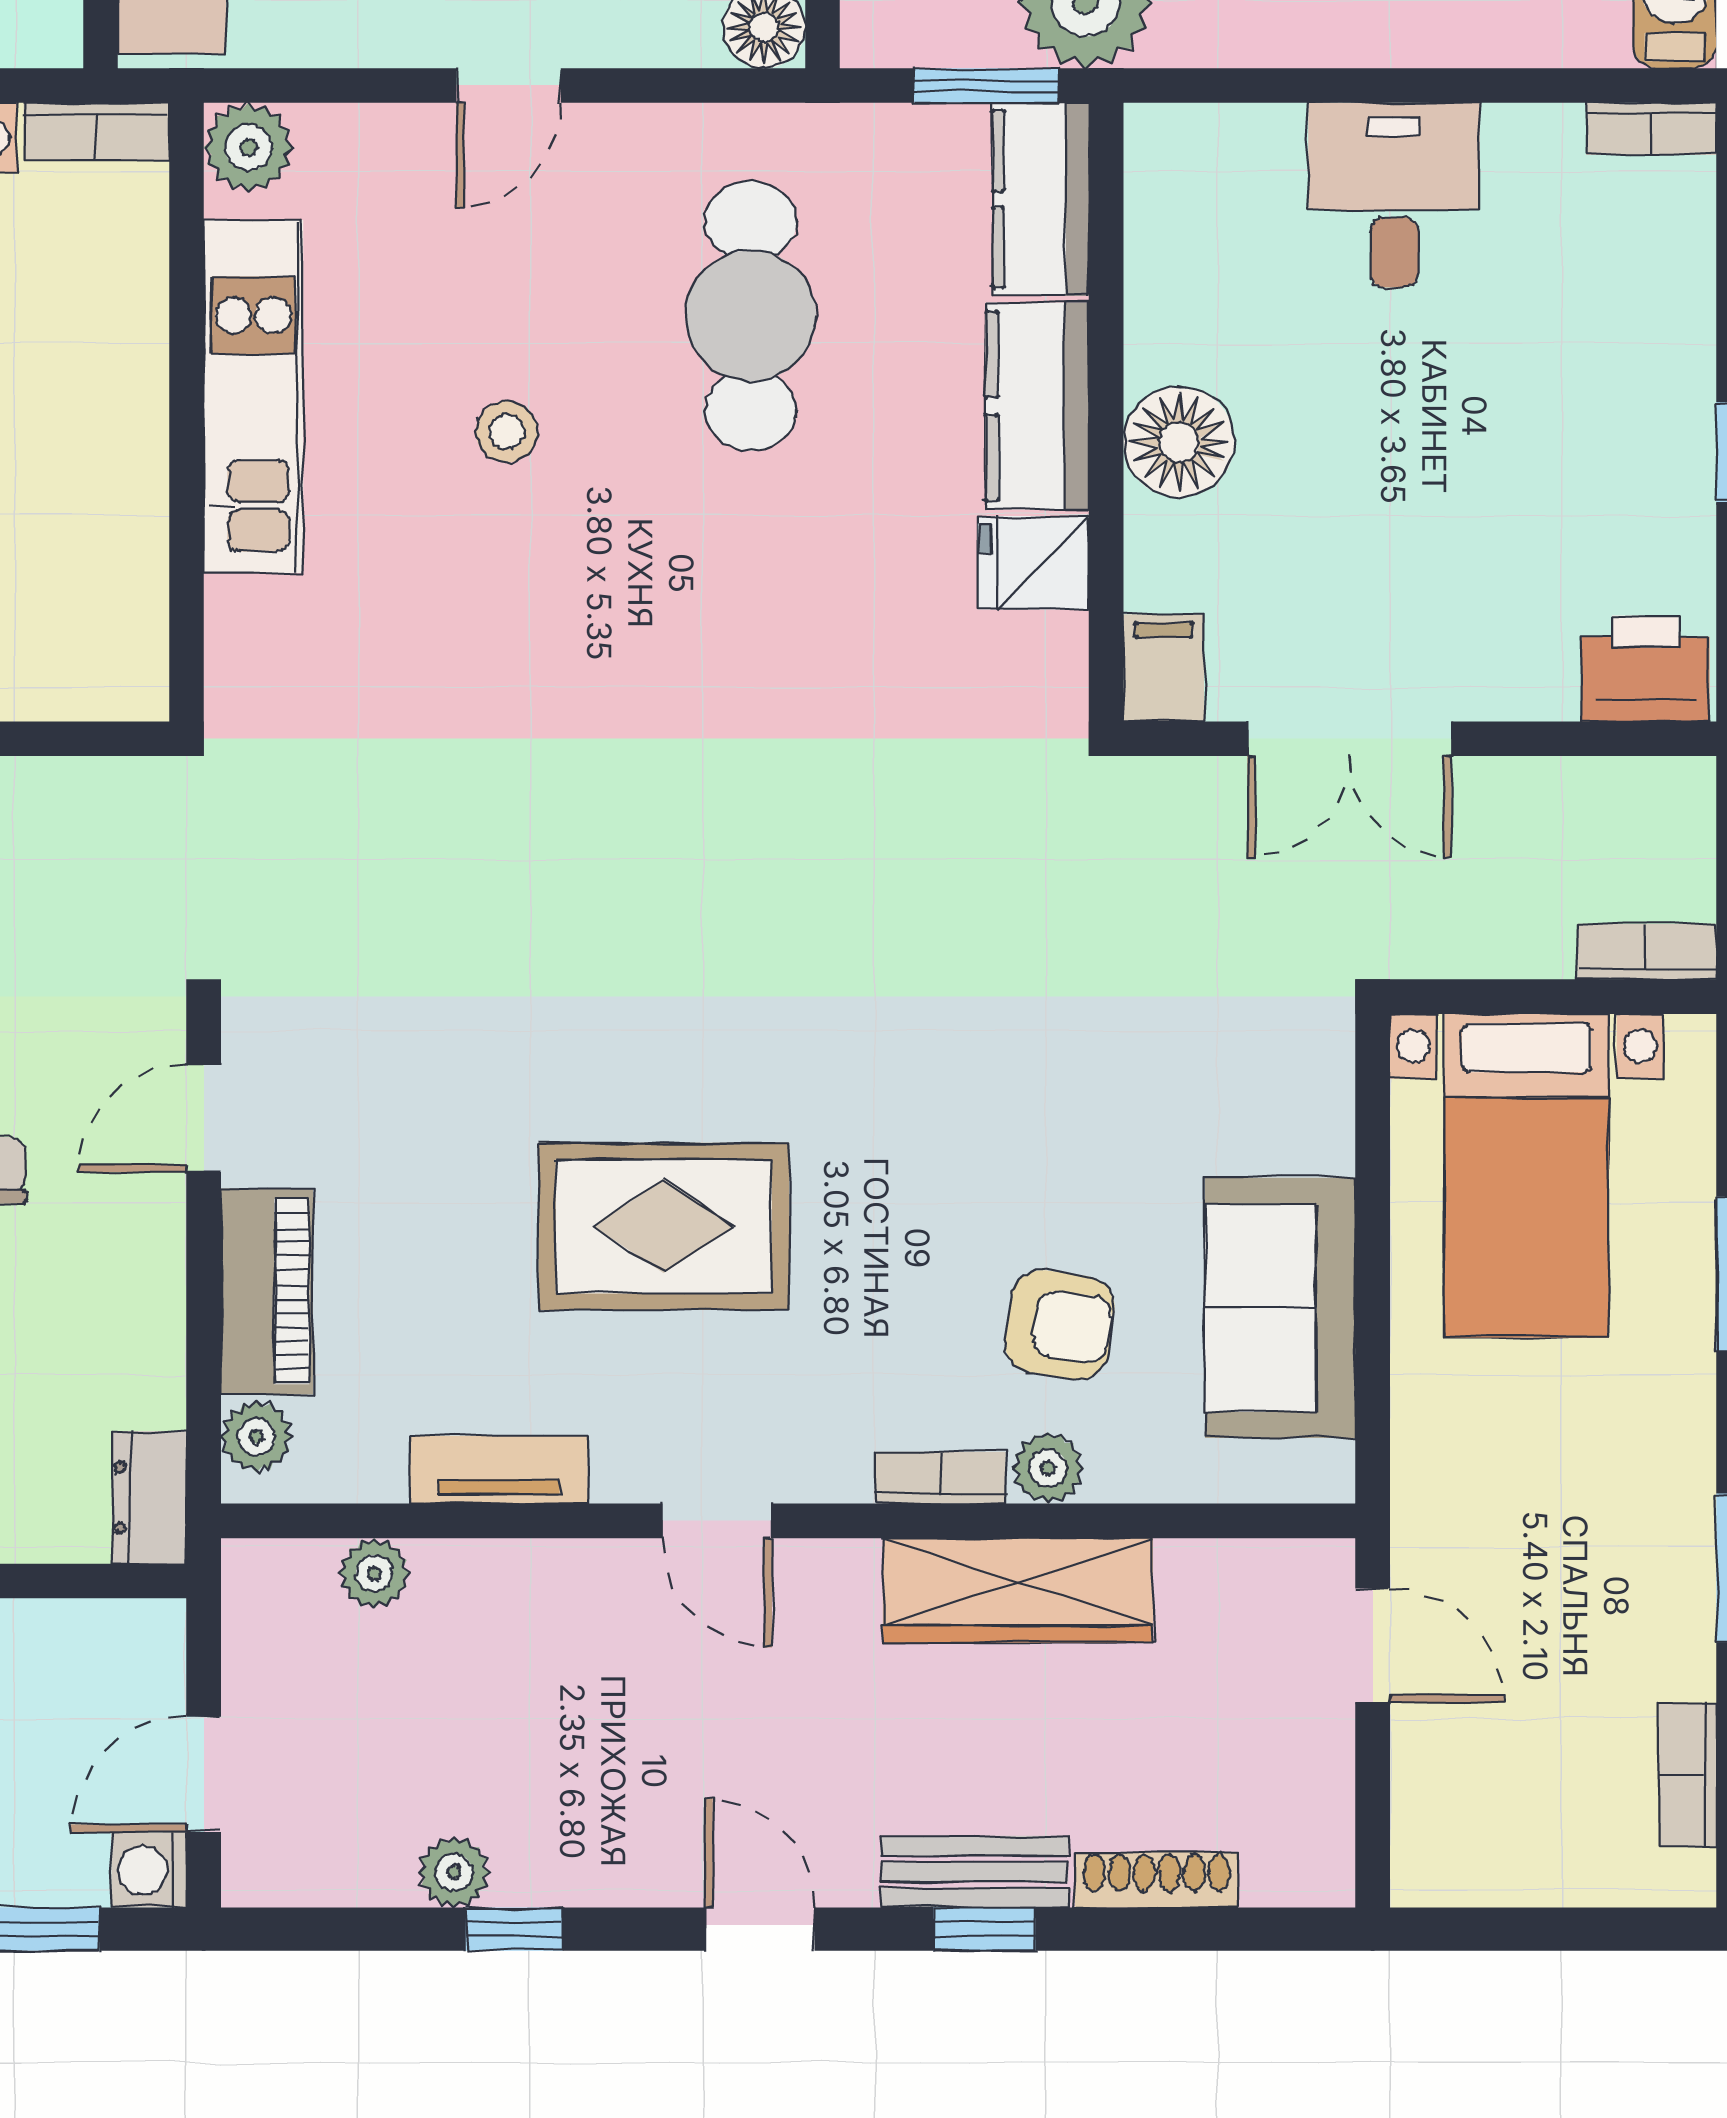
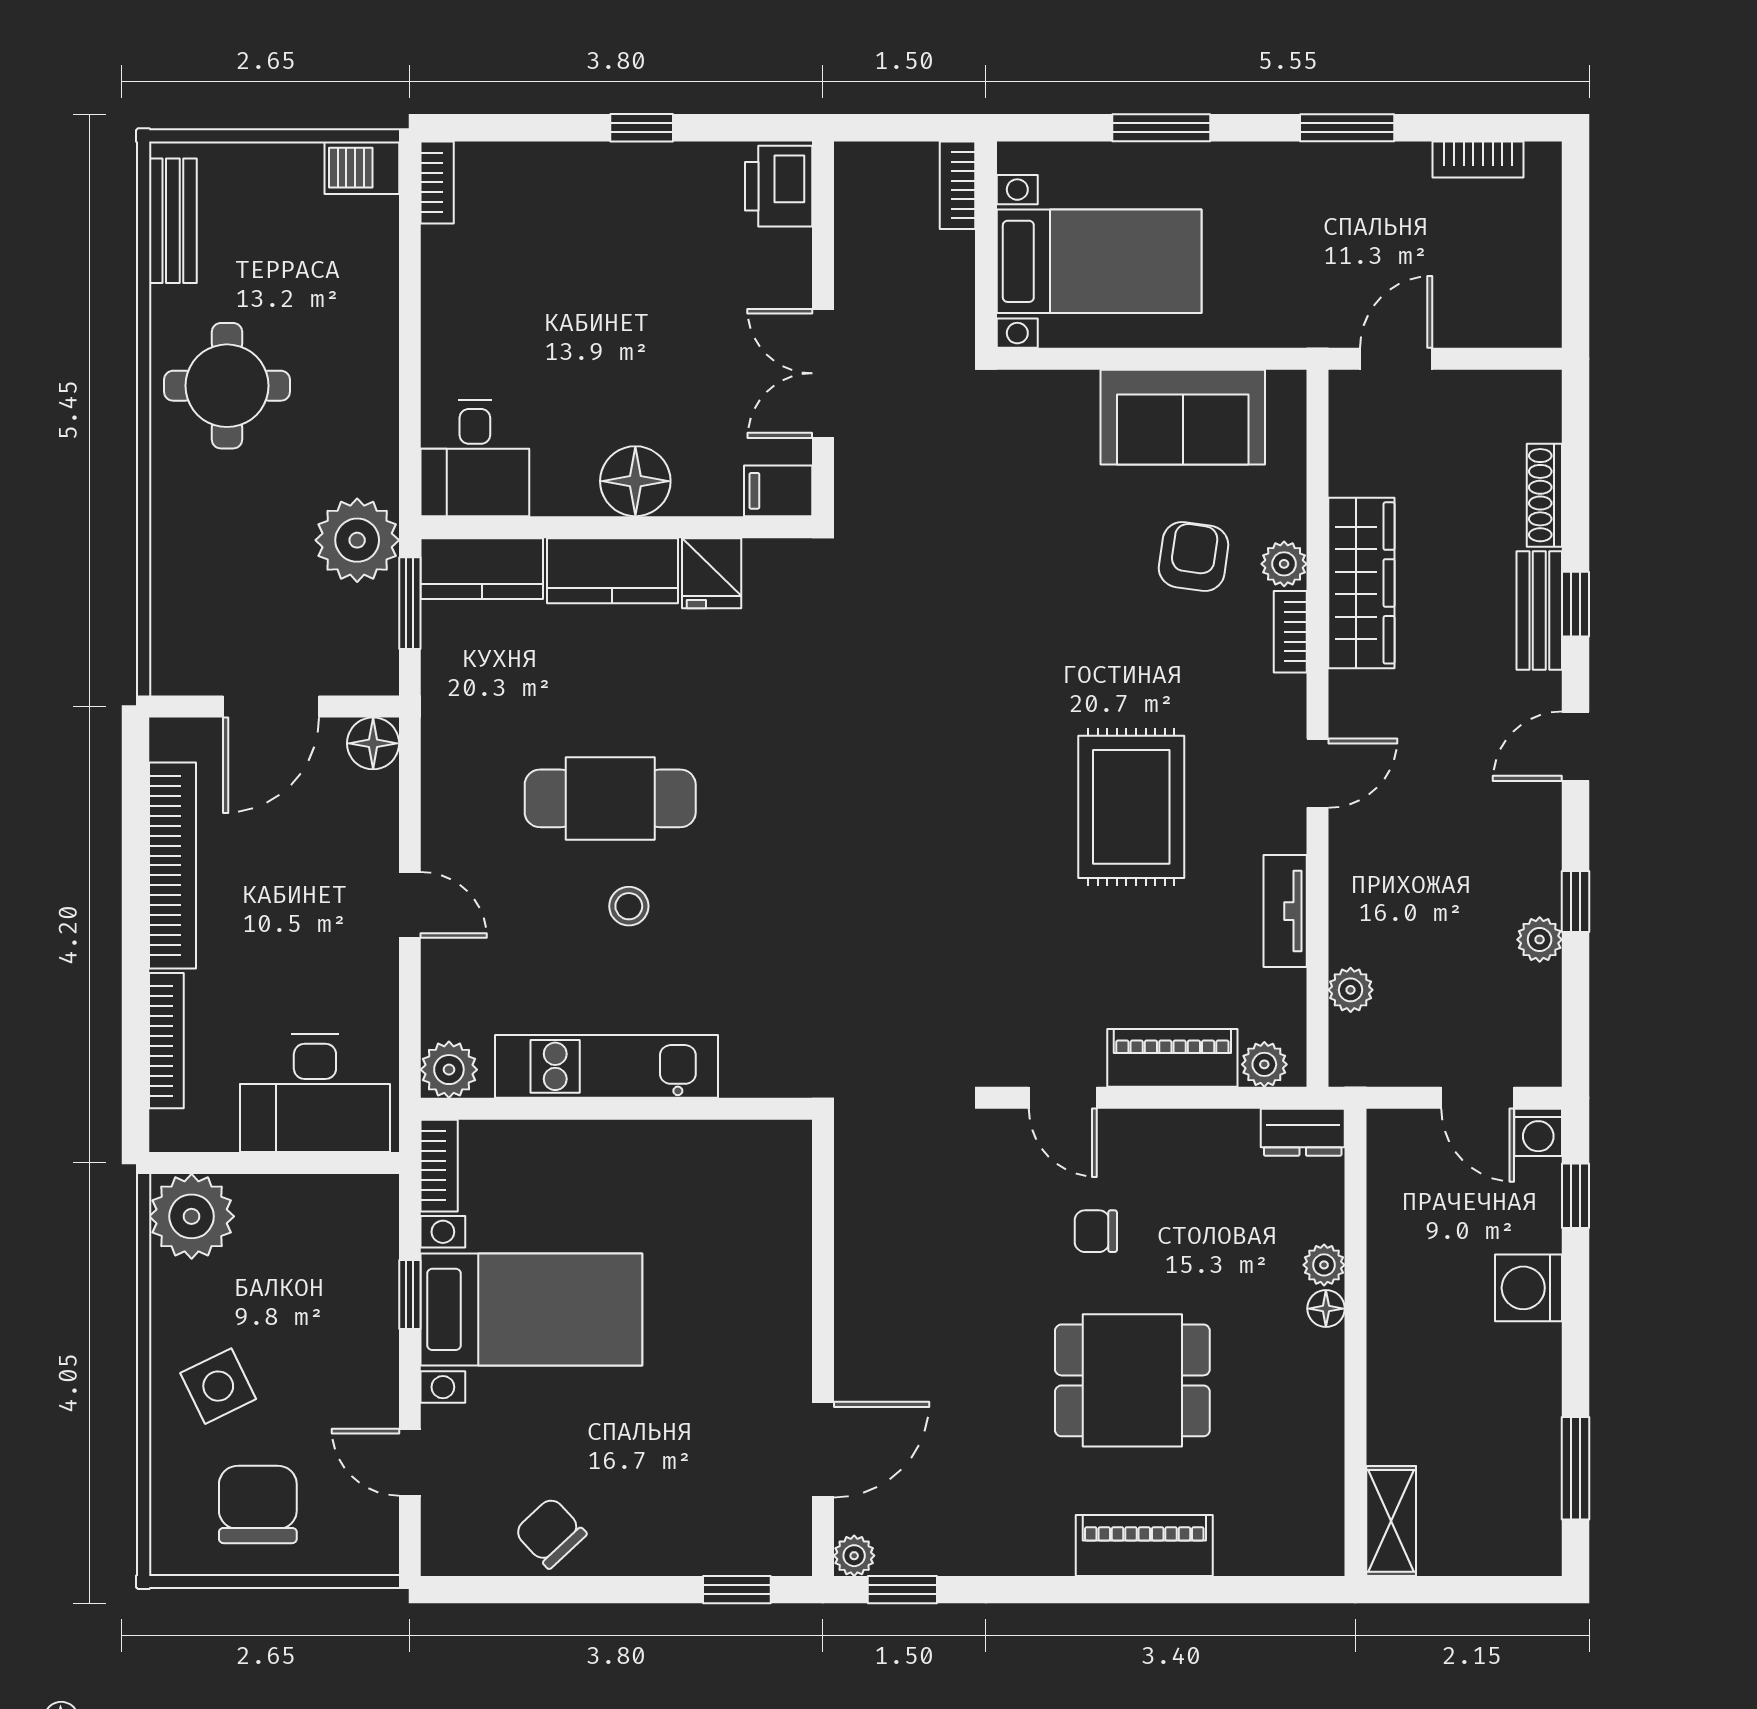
desk: (1394, 195) -> (475, 458), moved, turned -90
cafe table: (751, 316) -> (610, 798), moved
double door: (1349, 739) -> (823, 373), swing flipped

